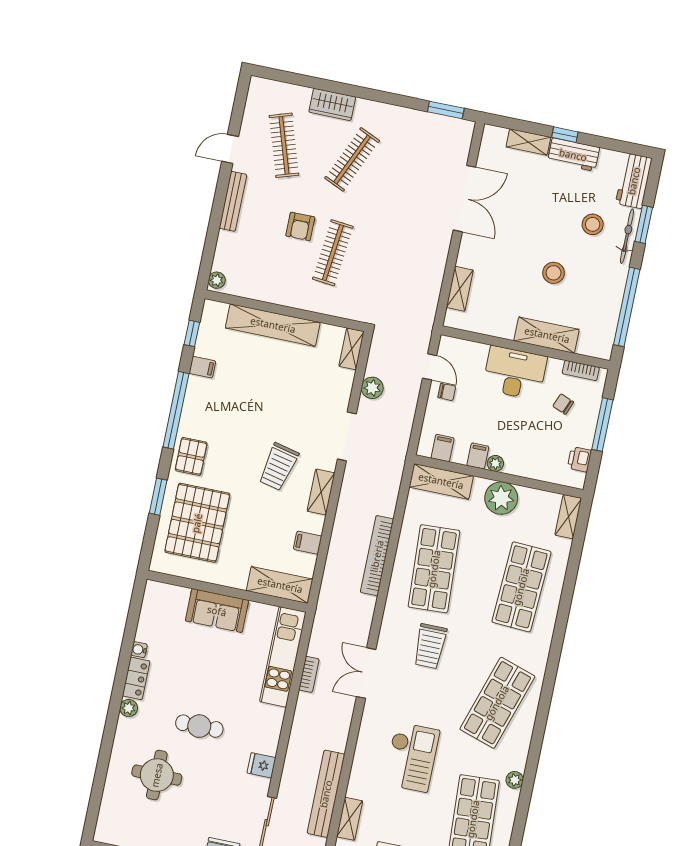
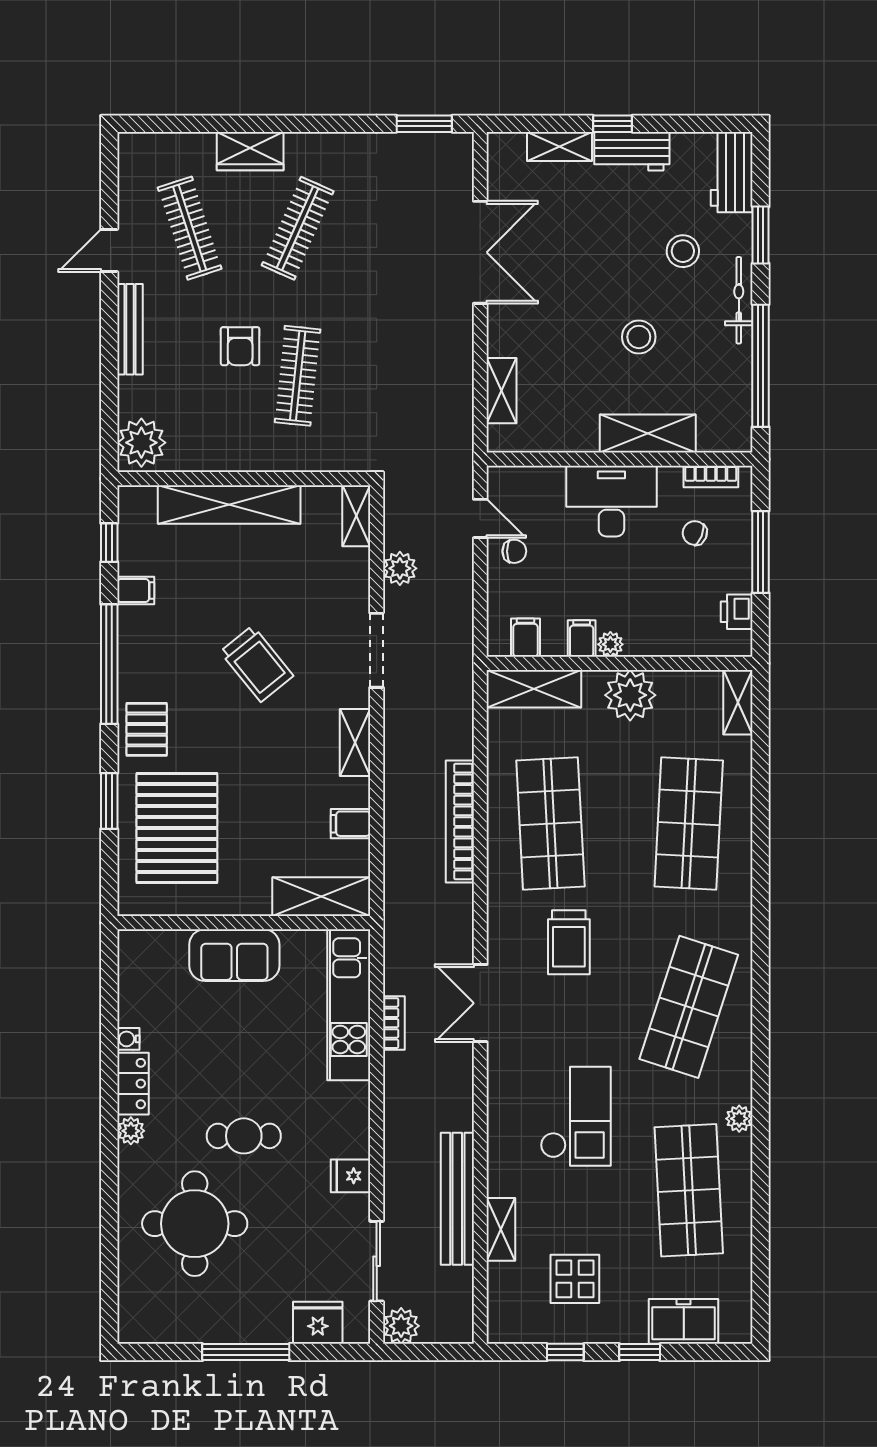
bicycle: (627, 236) -> (739, 300), moved
plant: (217, 280) -> (141, 443), width x1.88, depth x1.88
trolley: (278, 467) -> (257, 664), moved, turned -52
round table: (157, 775) -> (195, 1224), width x1.36, depth x1.36

